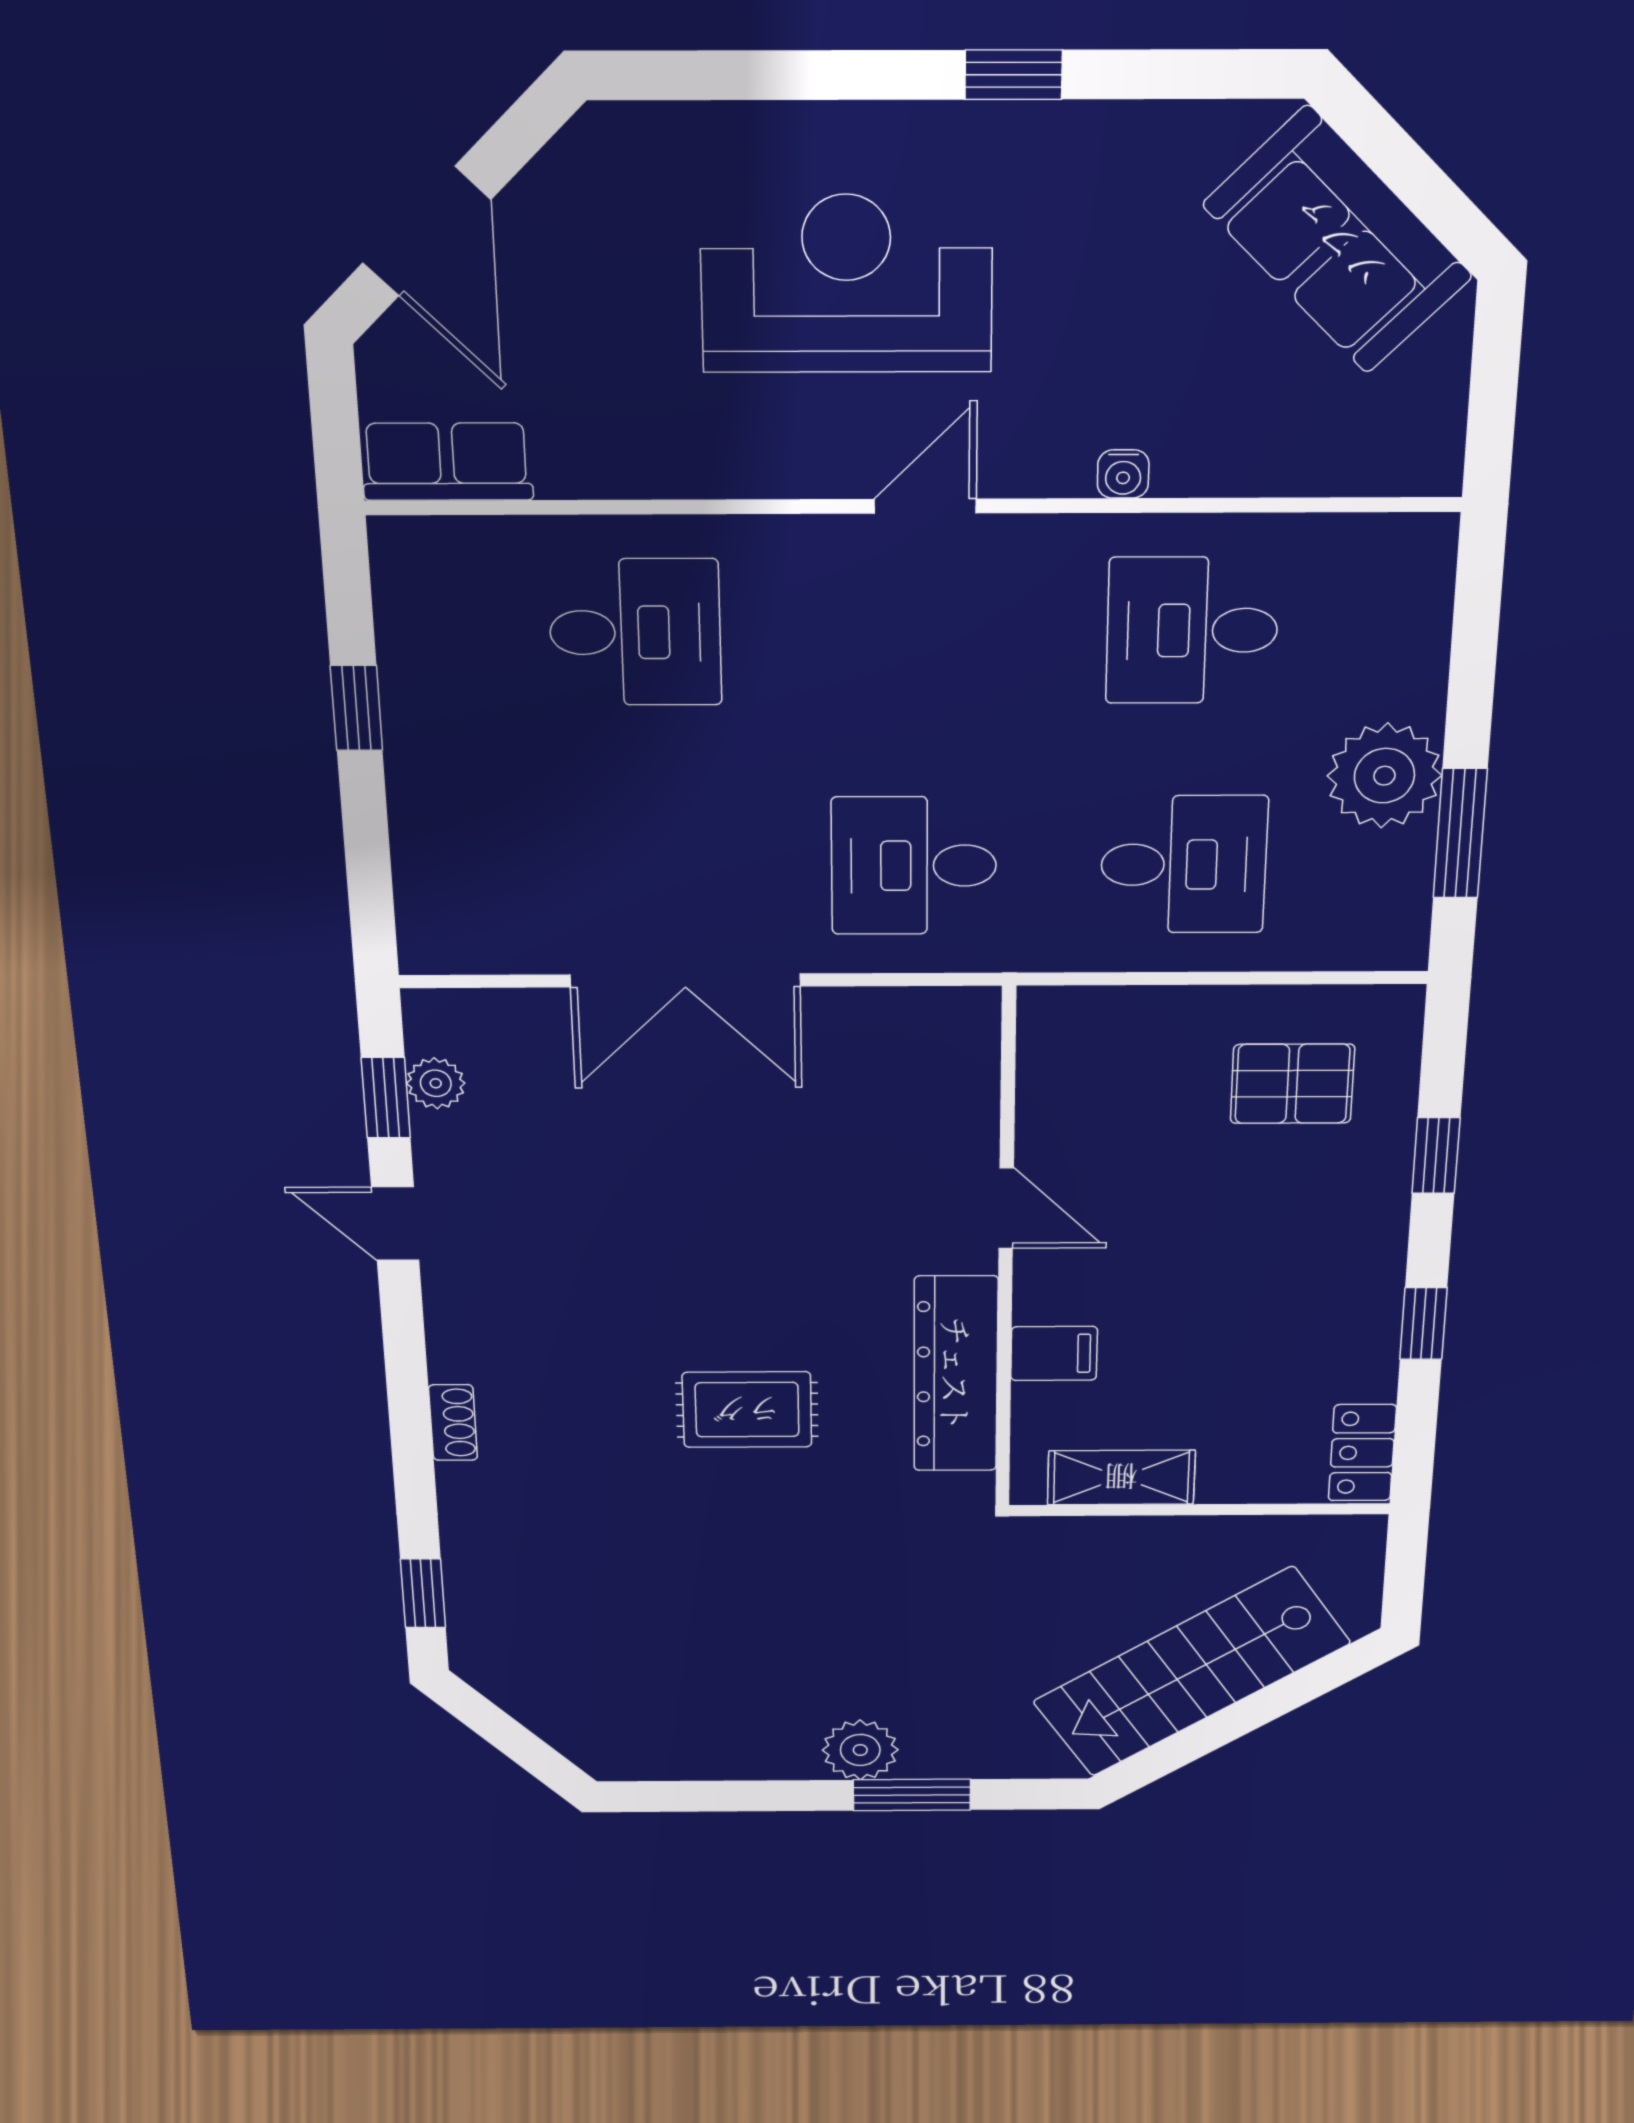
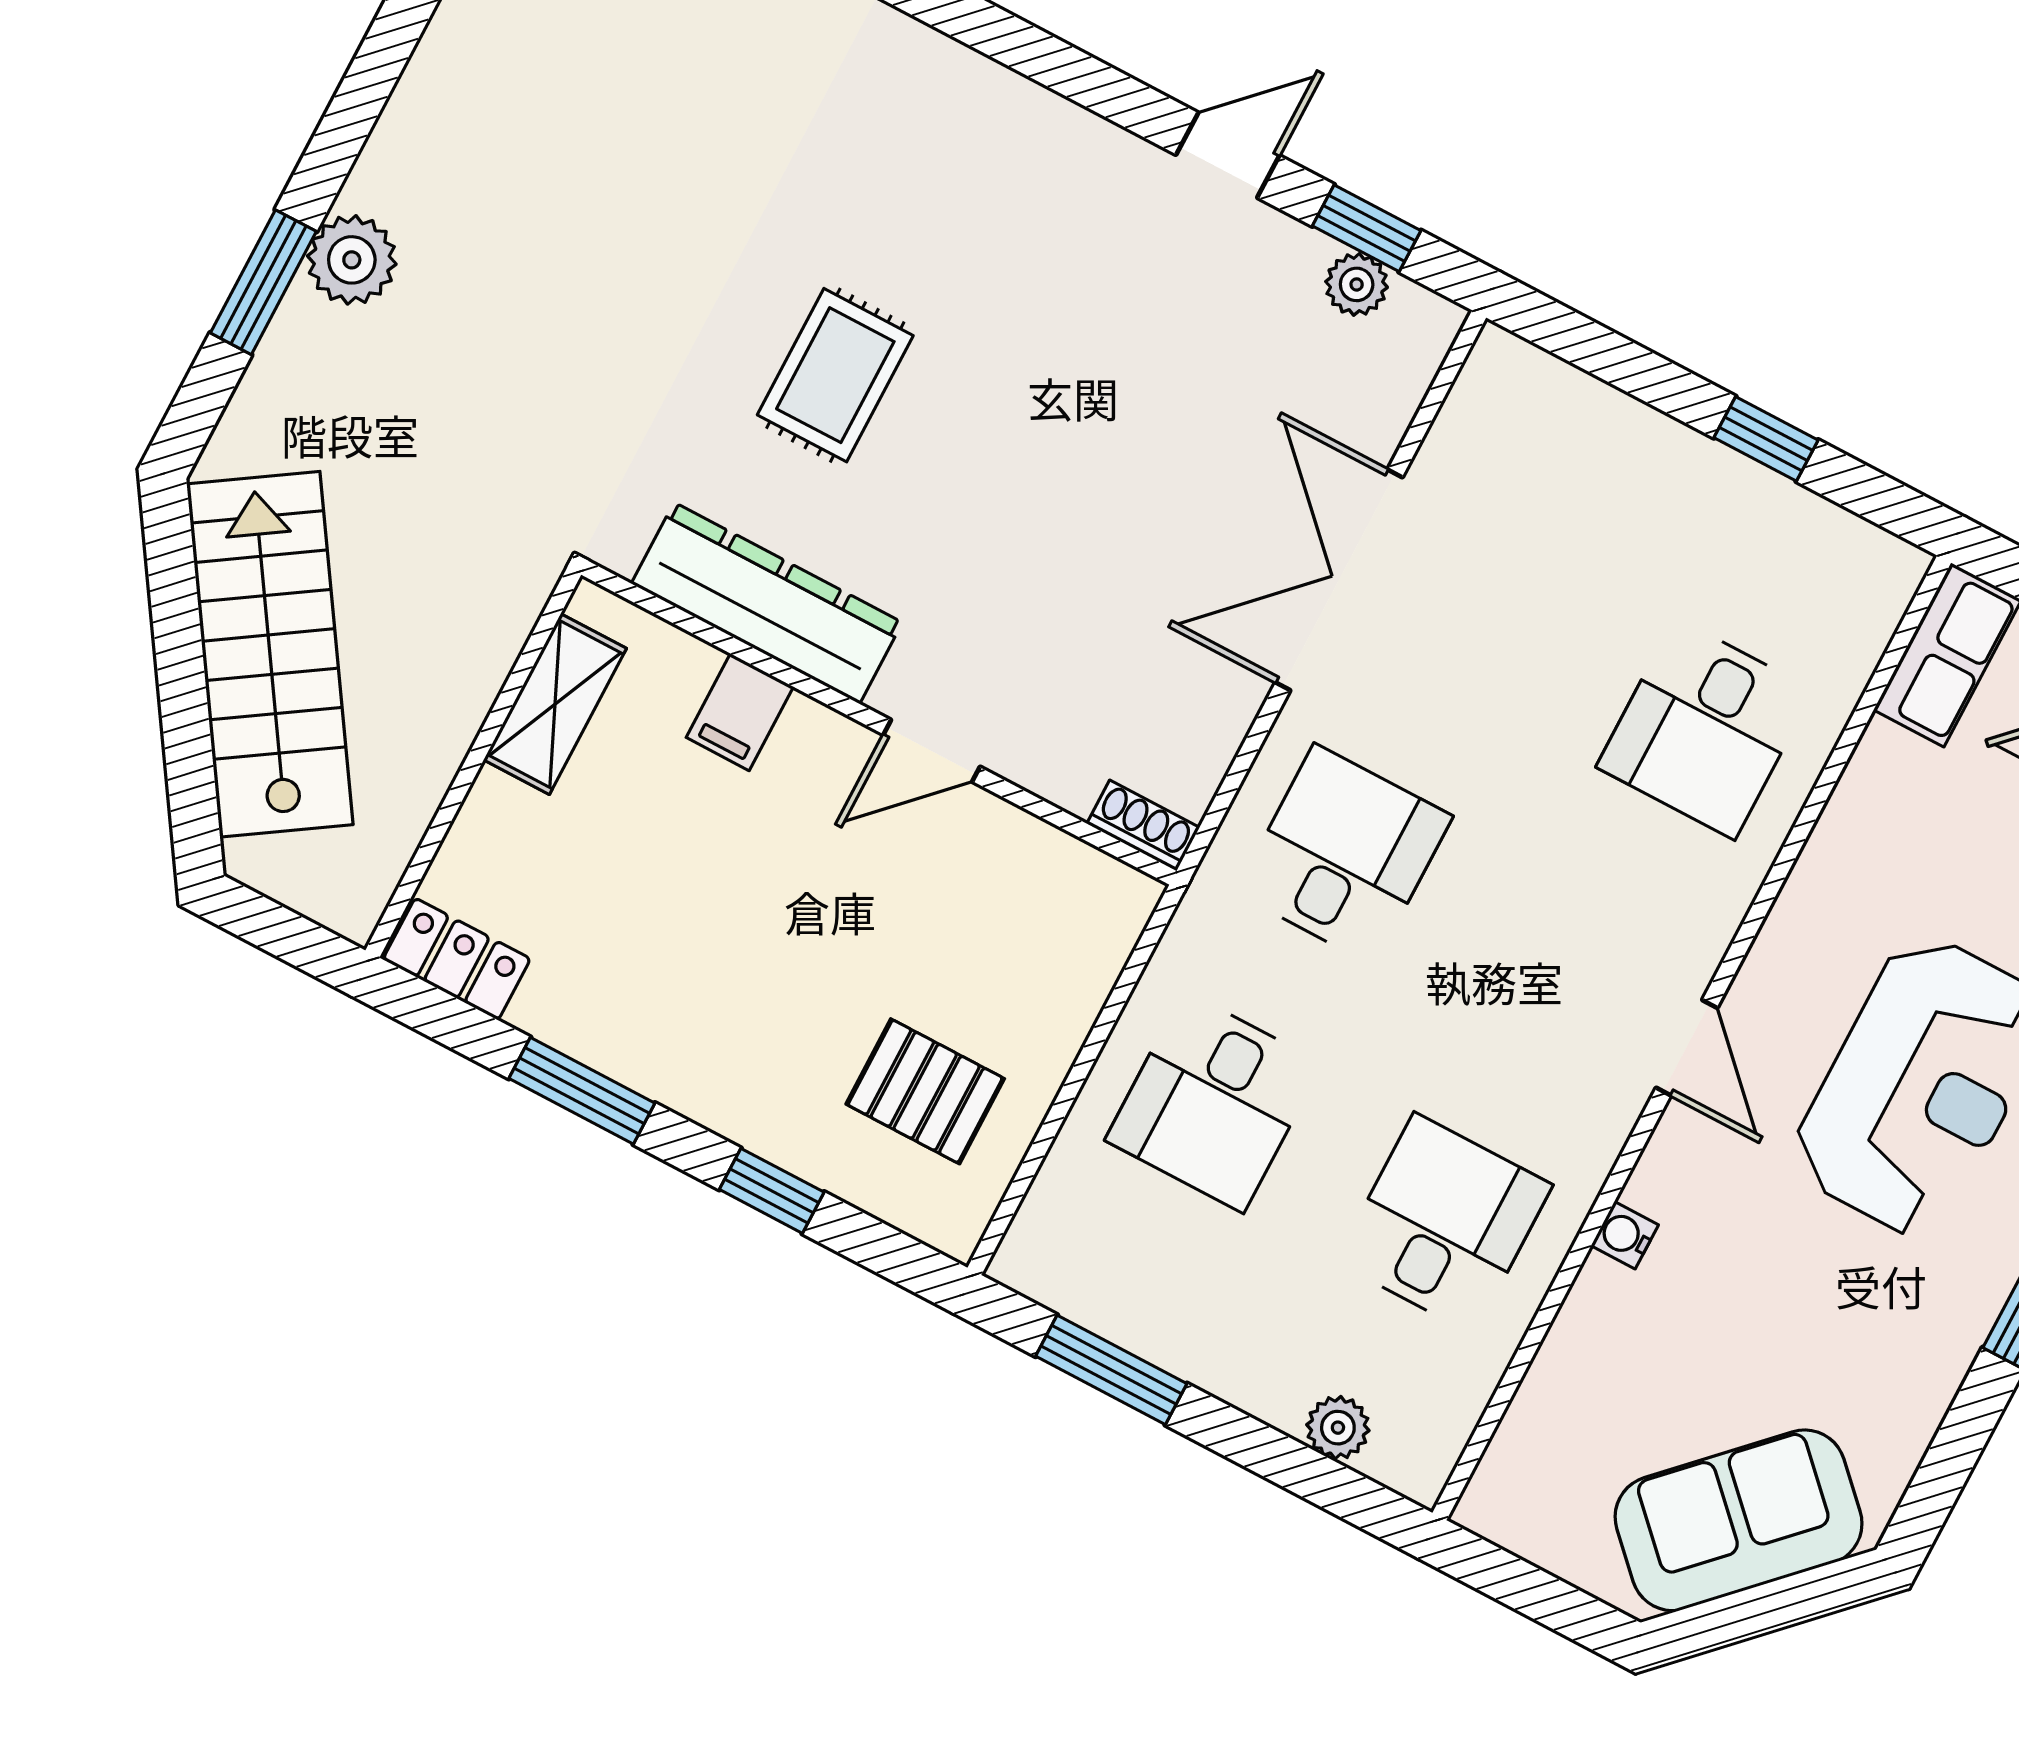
plant: (1384, 776) -> (1338, 1428), moved, width x0.53, depth x0.53
pallet: (1292, 1084) -> (925, 1091), turned 90
window: (1423, 1324) -> (582, 1091), width x1.50
shoe rack: (453, 1423) -> (1143, 826), moved, turned 180

